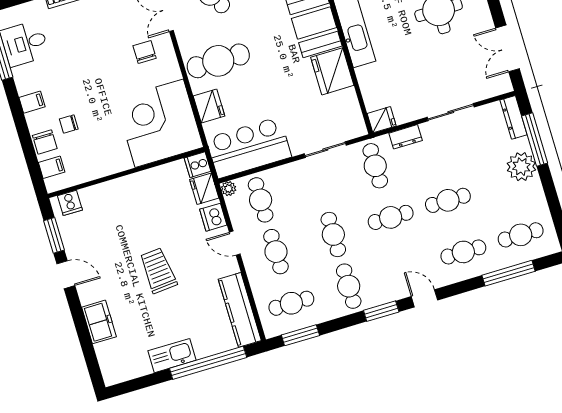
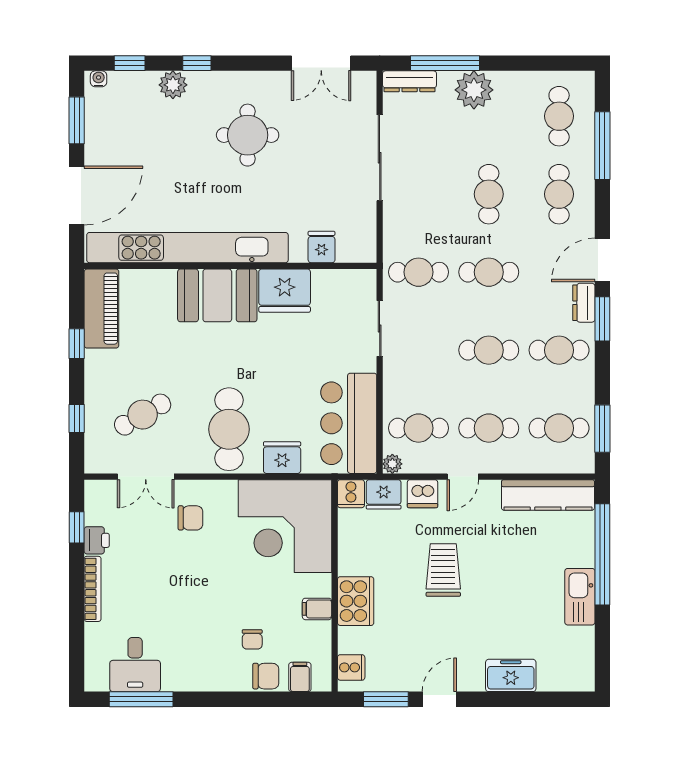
chair: (145, 52) -> (190, 518), turned 180
filing cabinet: (32, 102) -> (317, 609), moved, turned -90
sliding door: (451, 112) -> (380, 158), width x1.37
fridge: (382, 120) -> (322, 247), moved
dresser: (406, 137) -> (584, 303), moved, turned 180
cooker: (120, 192) -> (356, 601), added
cafe table: (391, 217) -> (489, 272), turned 90
trolley: (158, 271) -> (443, 570), moved, turned 95
door: (424, 298) -> (602, 260), width x1.38
cafe table: (291, 303) -> (559, 428), turned 90

